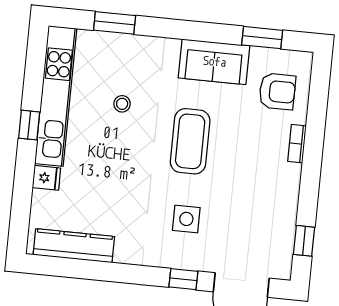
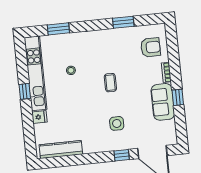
window: (262, 38) -> (123, 22), moved
sofa: (214, 62) -> (163, 102), moved, turned 90
coffee table: (190, 141) -> (110, 83), width x0.54, depth x0.58
window: (304, 241) -> (178, 97), moved

